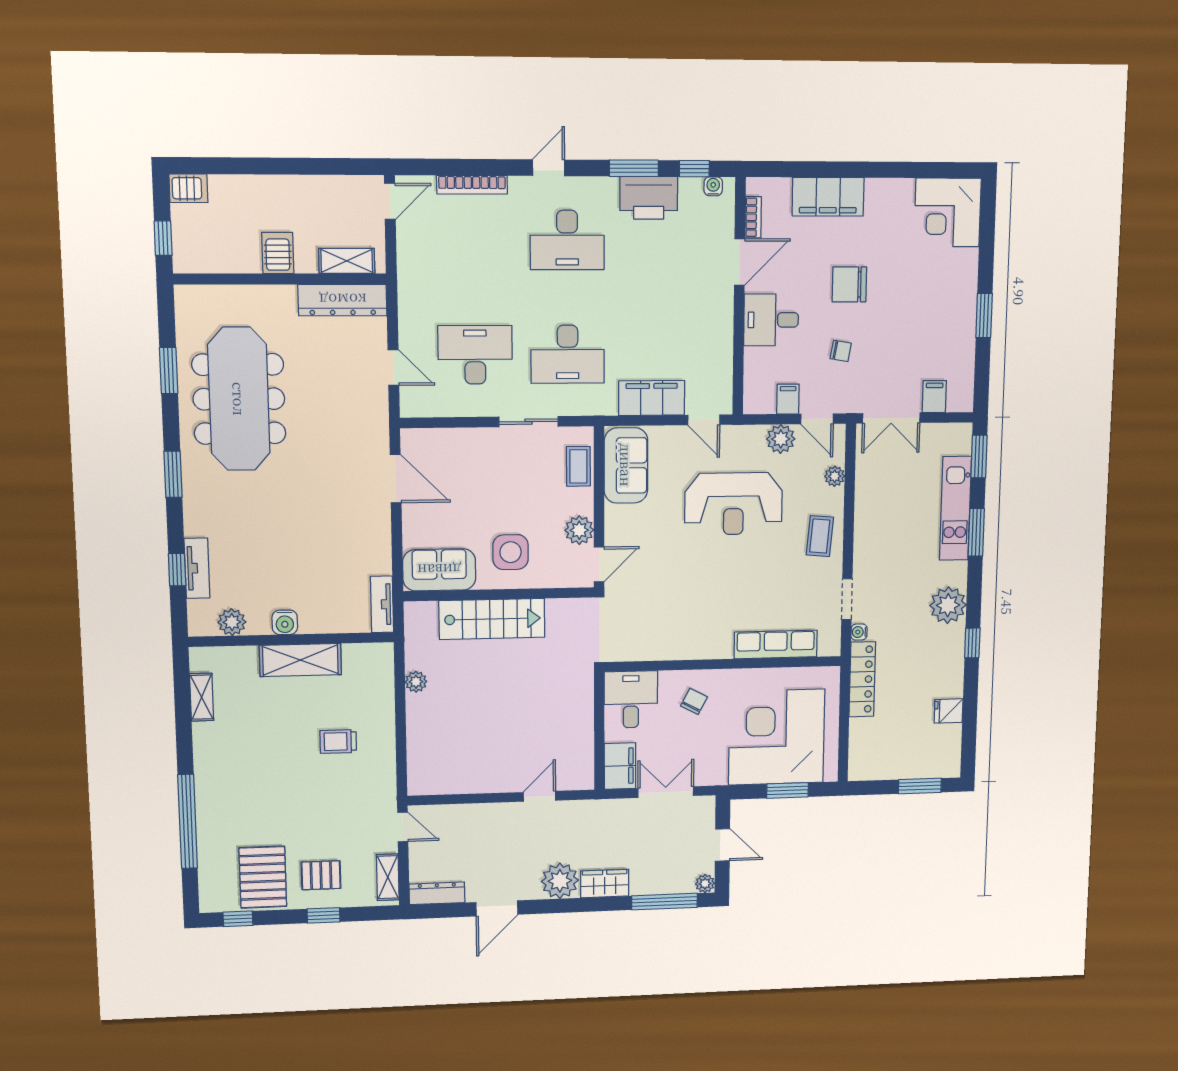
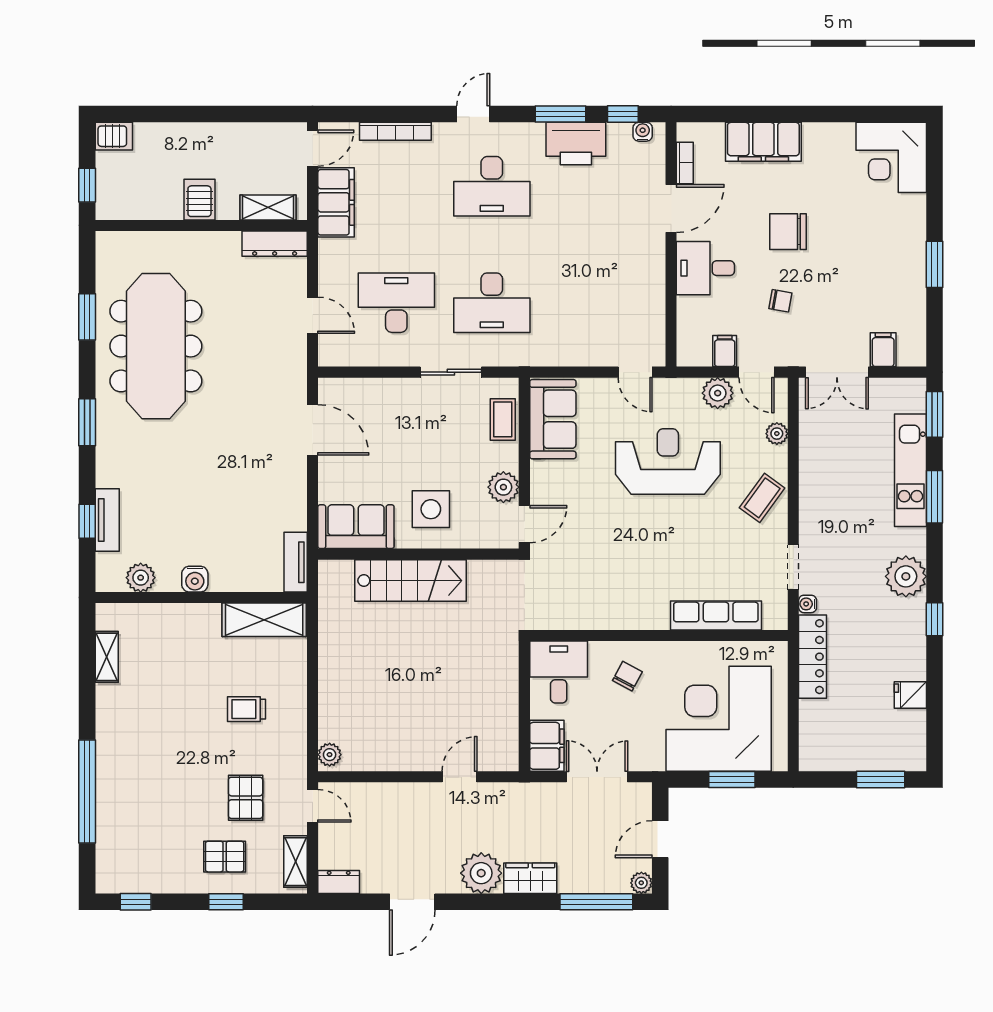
dresser: (343, 300) -> (275, 244), width x0.73, depth x0.80
filing cabinet: (652, 398) -> (336, 202), moved, turned 90
reception desk: (733, 504) -> (668, 461), turned 180
coffee table: (820, 536) -> (762, 498), turned 31
shelving: (300, 660) -> (264, 620), moved
plant: (416, 682) -> (330, 755), moved
door: (722, 845) -> (660, 839), swing flipped
pallet: (263, 877) -> (246, 798), moved, width x0.67, depth x0.71
dresser: (437, 893) -> (339, 882), width x0.70

